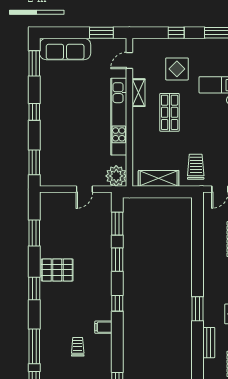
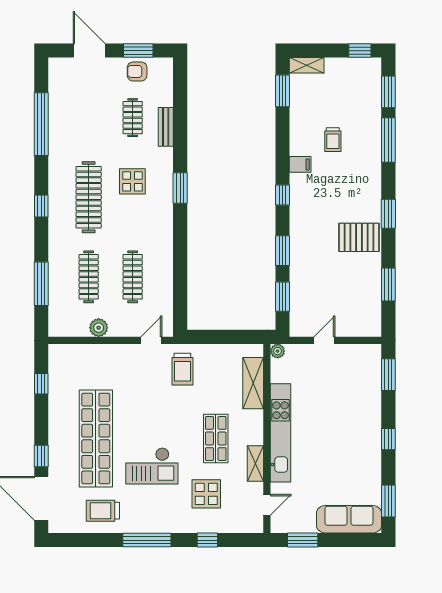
plant: (116, 176) -> (278, 351), width x0.53, depth x0.53
shelving: (159, 178) -> (253, 383), moved, turned 90
bench: (209, 343) -> (166, 127), moved

